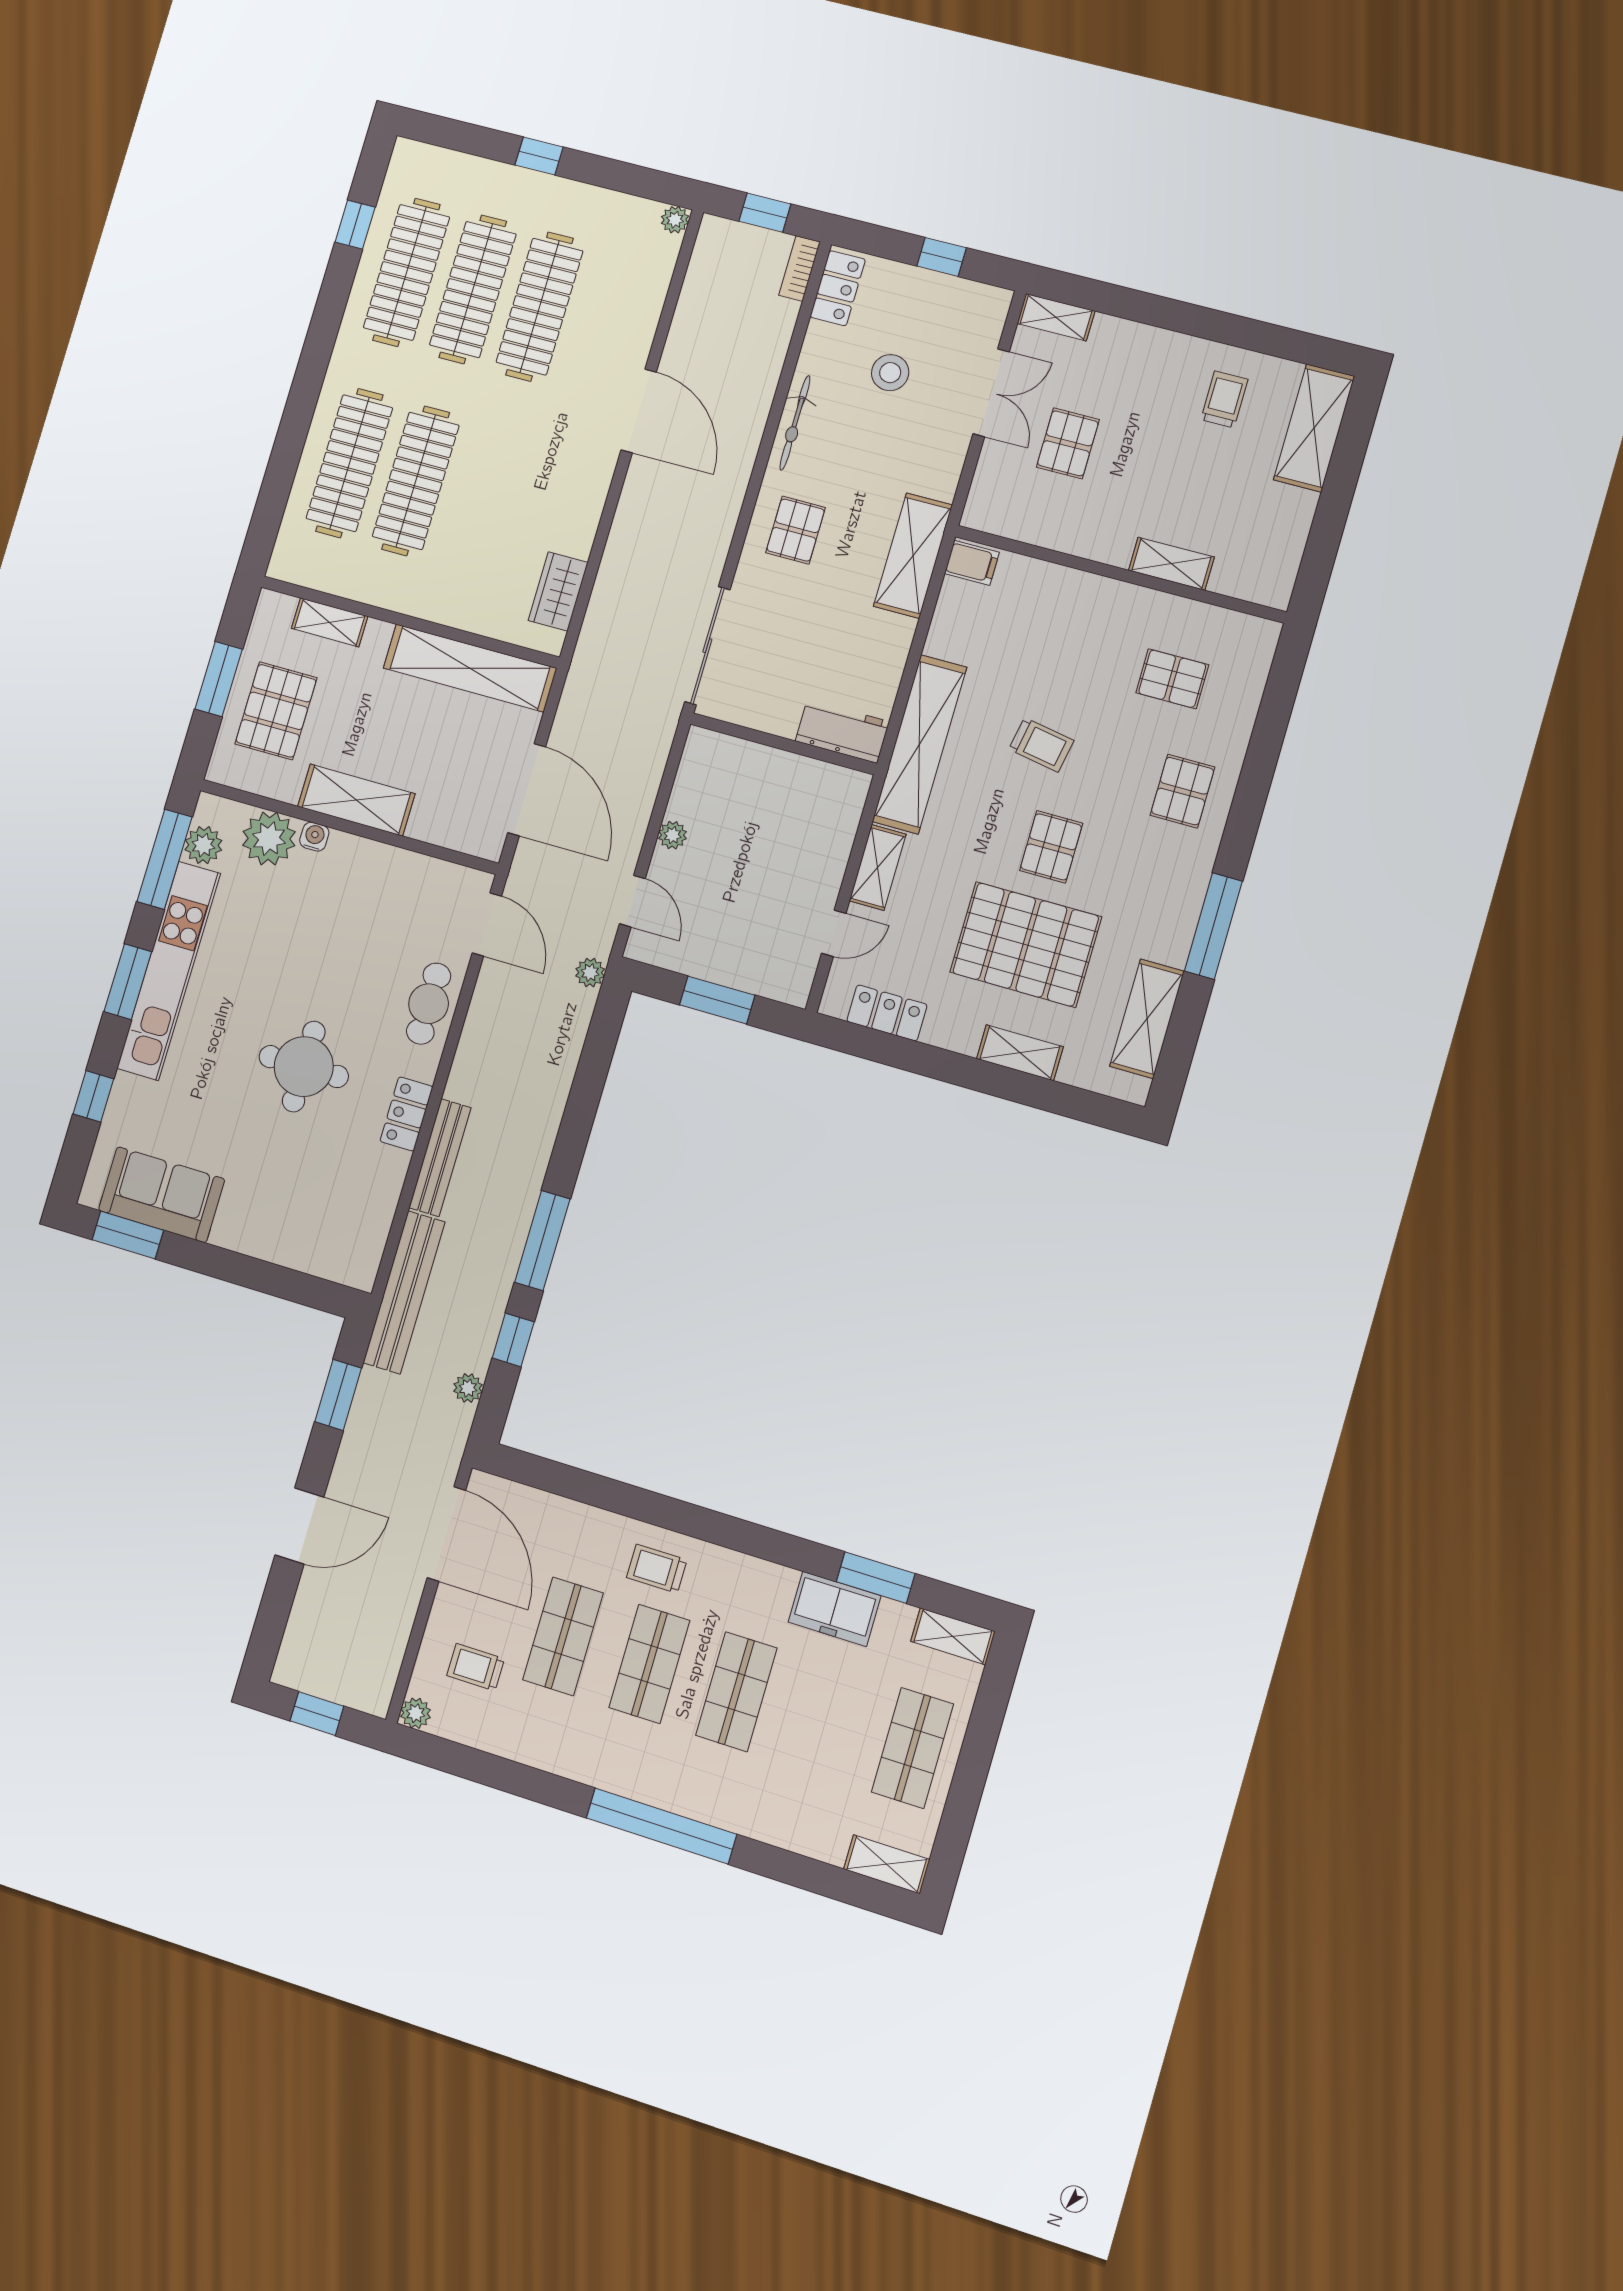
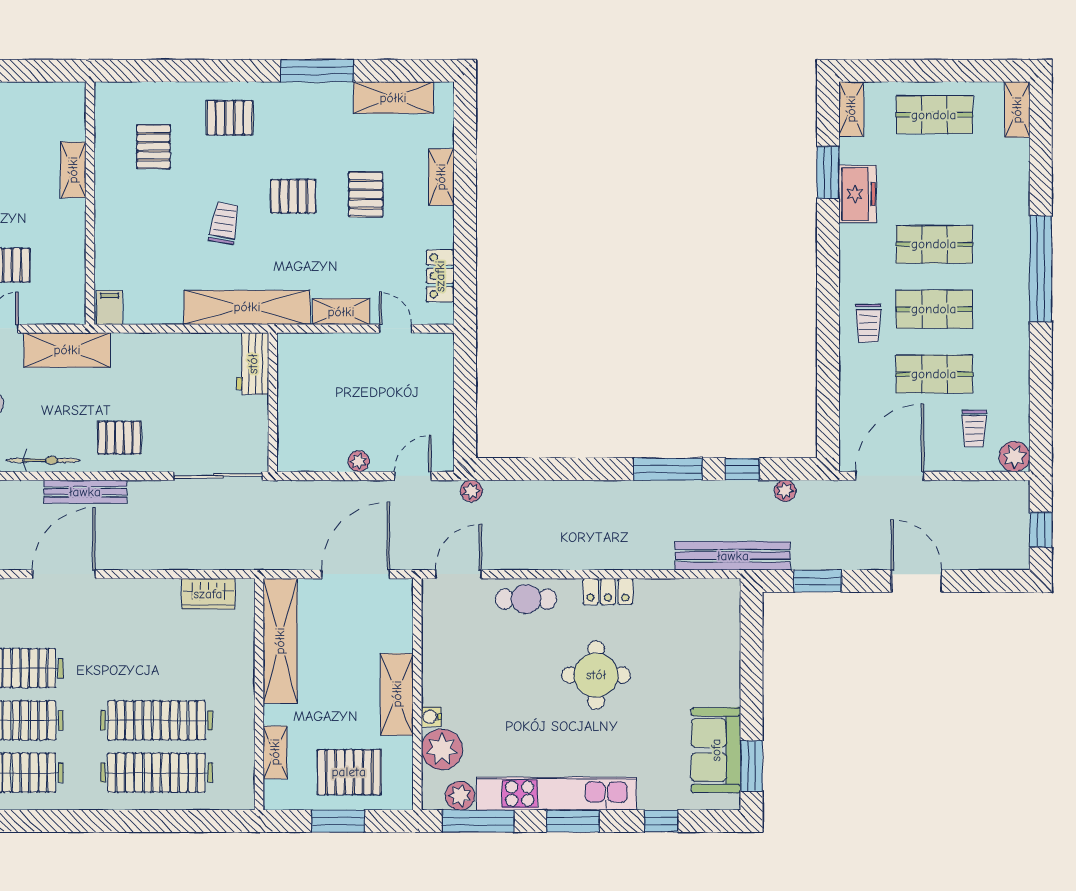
shelving: (913, 556) -> (67, 350), moved
pallet: (1026, 945) -> (366, 194), width x0.49, depth x0.50
window: (717, 1000) -> (465, 396), removed
bench: (440, 1158) -> (85, 492), moved
plant: (416, 1713) -> (1014, 456), width x1.38, depth x1.38

